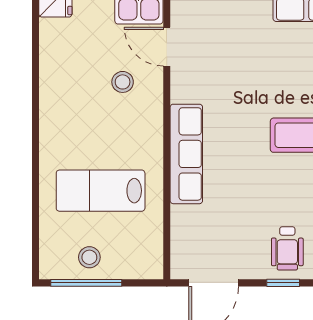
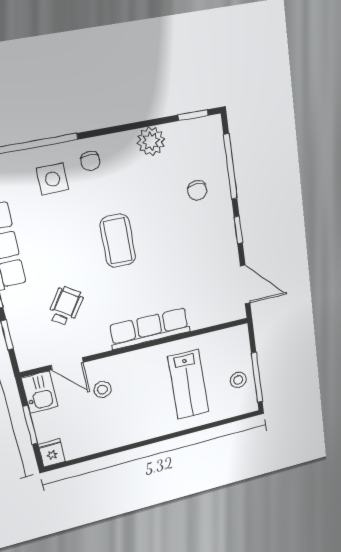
door: (167, 47) -> (67, 364), hinge flipped
wheelchair: (287, 248) -> (66, 306), moved, turned -55

